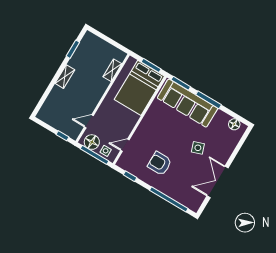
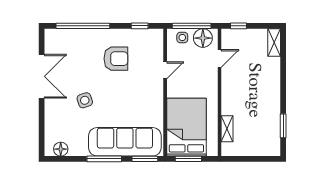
shelving: (65, 77) -> (274, 43), moved
door: (125, 145) -> (165, 70), moved

